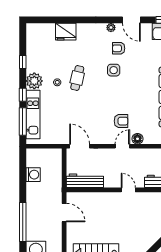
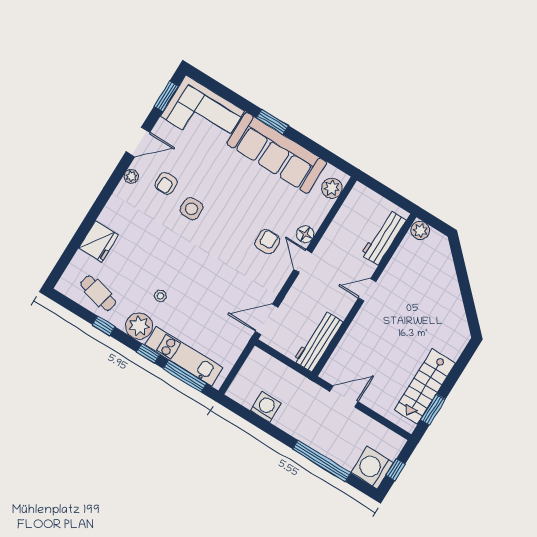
cafe table: (77, 78) -> (98, 293), moved

